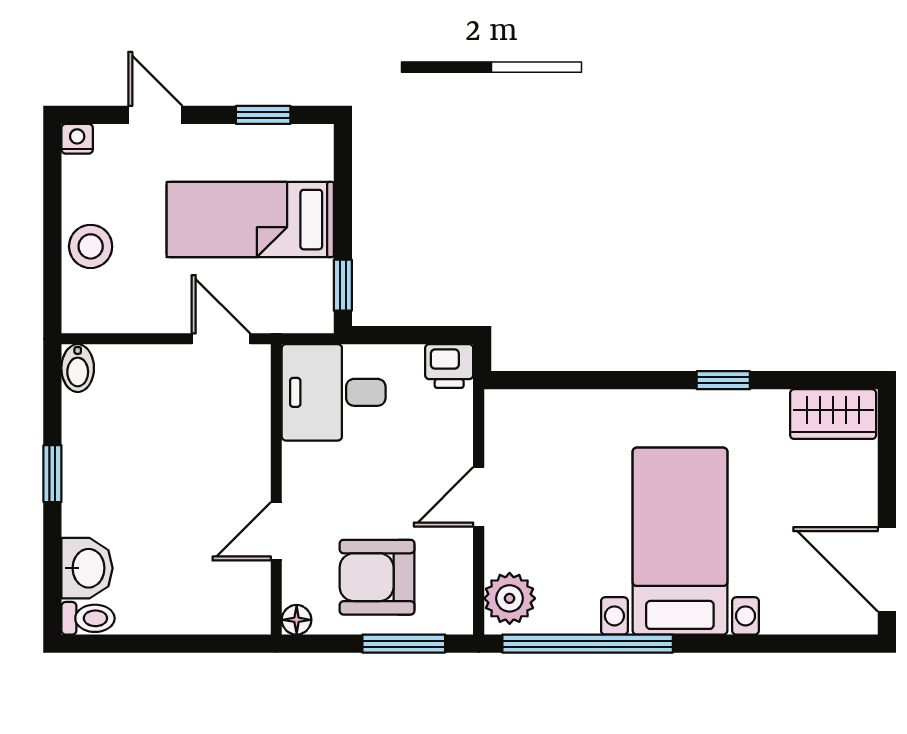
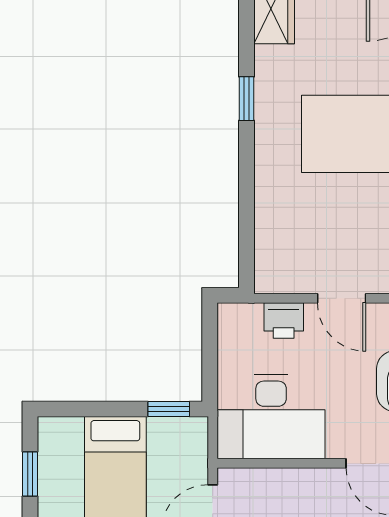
printer: (449, 366) -> (284, 320), moved, turned 90
desk: (334, 392) -> (271, 417), width x1.37

